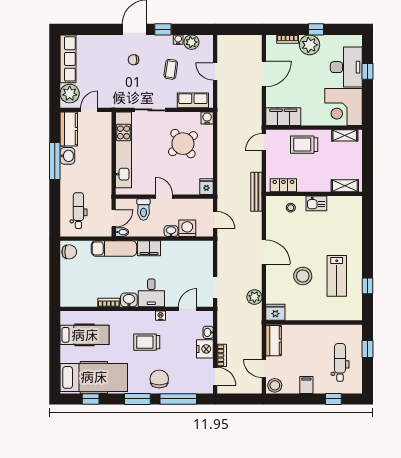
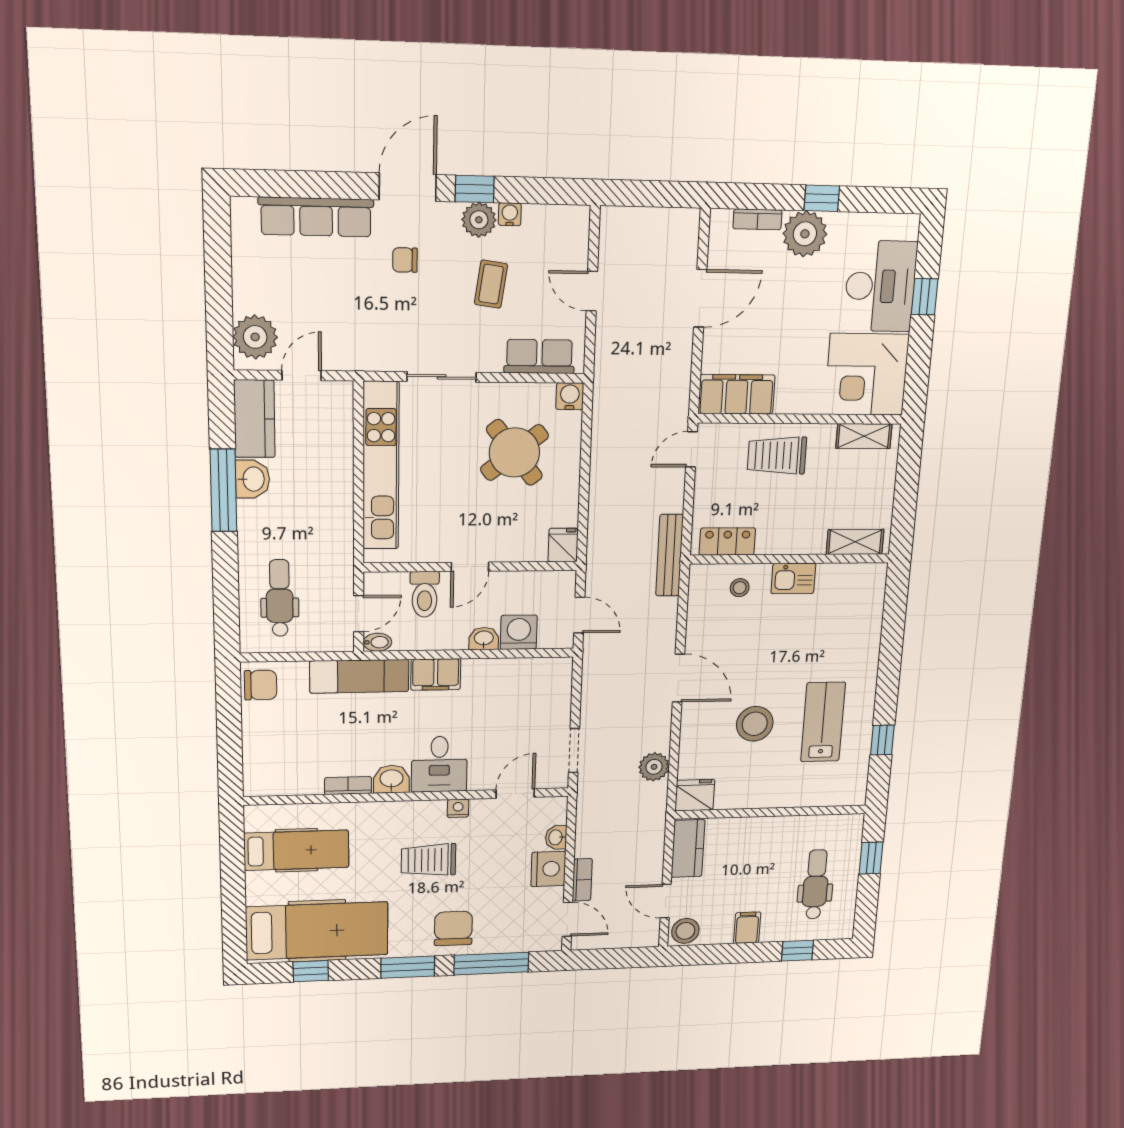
plant: (191, 42) -> (479, 220), moved
row of seats: (68, 59) -> (316, 217), moved, turned 90
door: (164, 197) -> (470, 567), swing flipped
lab bench: (337, 276) -> (823, 722), turned 180

